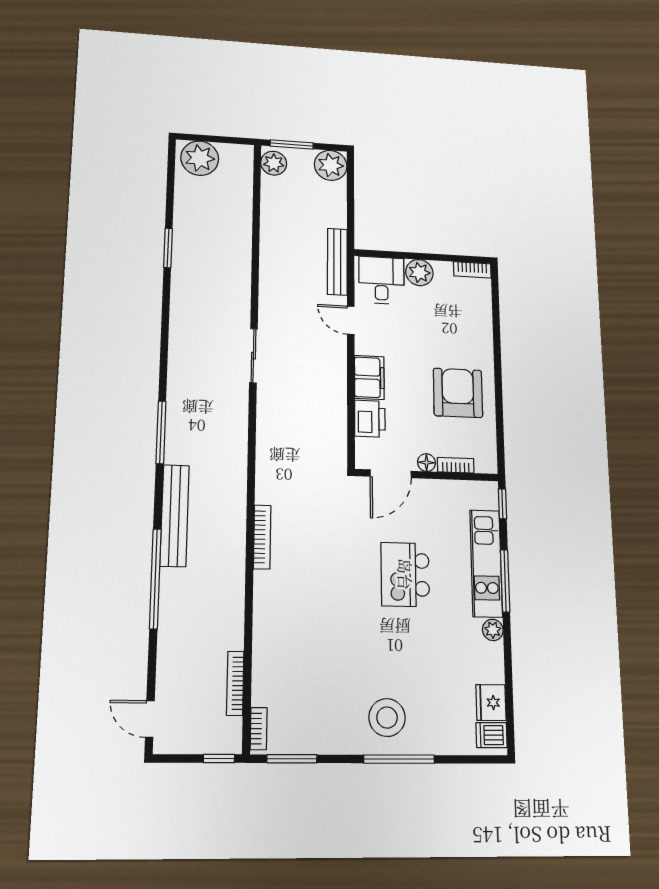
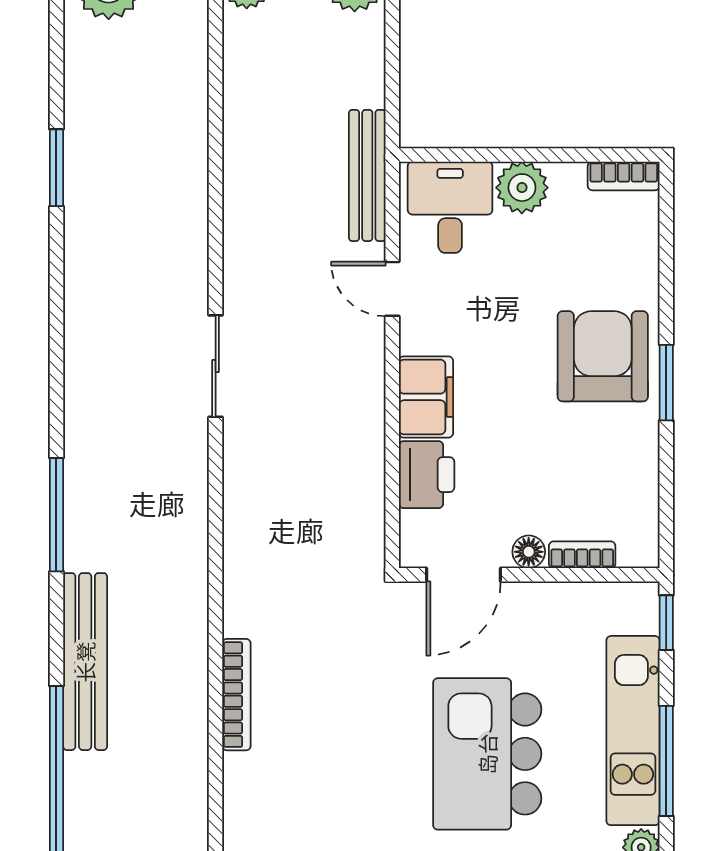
window: (498, 376) -> (666, 383), added
armchair: (458, 393) -> (603, 356), moved
kitchen island: (405, 574) -> (487, 754), width x1.37, depth x1.28

